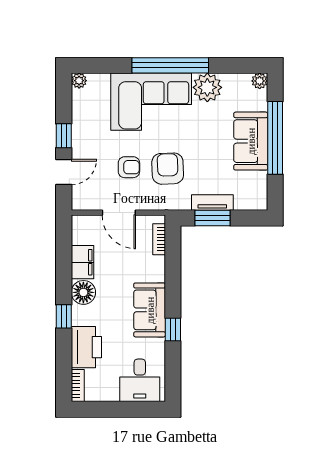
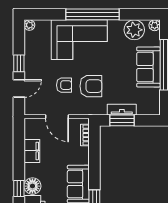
plant: (207, 87) -> (134, 30), moved
armchair: (168, 169) -> (91, 86), turned 92
floor lamp: (83, 292) -> (32, 186), moved

